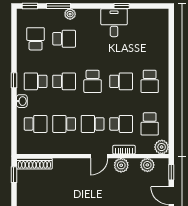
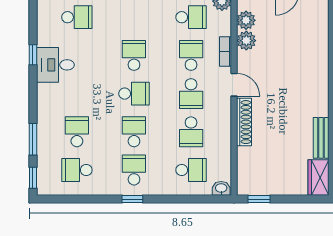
plant: (70, 14) -> (44, 124), removed
school desk: (36, 81) -> (134, 170), turned 180
school desk: (150, 81) -> (77, 17), moved
washbasin: (22, 101) -> (221, 188), moved
school desk: (36, 124) -> (191, 170), turned 90
shoe rack: (34, 164) -> (244, 122), moved
plant: (121, 165) -> (246, 41), moved

